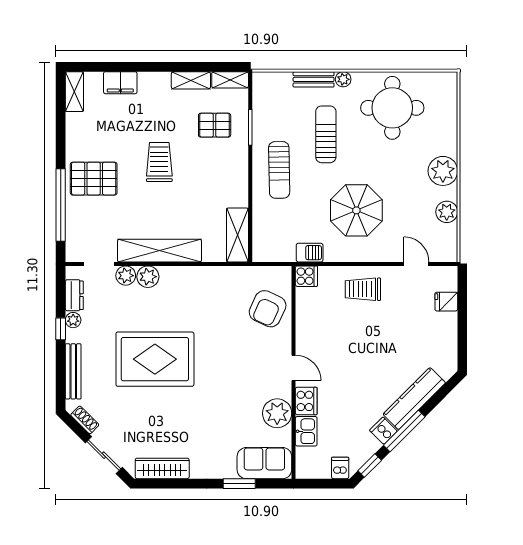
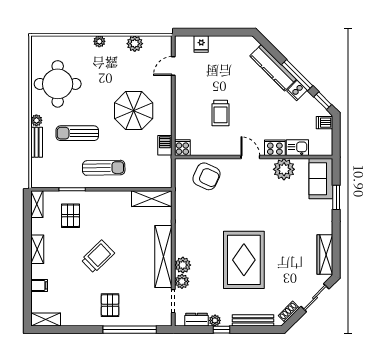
shelving: (191, 80) -> (37, 249), moved
filing cabinet: (120, 83) -> (39, 285), width x0.50
trolley: (159, 162) -> (98, 257), turned 136
plant: (443, 171) -> (99, 41), width x0.53, depth x0.53
pallet: (94, 179) -> (110, 305), width x0.67, depth x0.71
trolley: (363, 289) -> (221, 113), moved
door: (294, 368) -> (250, 157), hinge flipped

